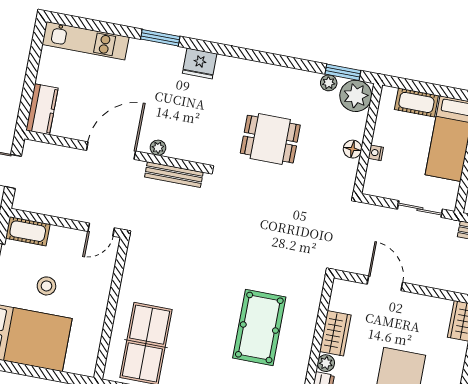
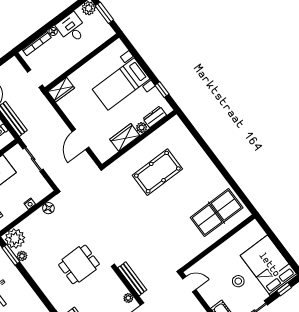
dining table: (270, 139) -> (79, 264), moved, turned 90
floor lamp: (353, 149) -> (48, 208), moved

